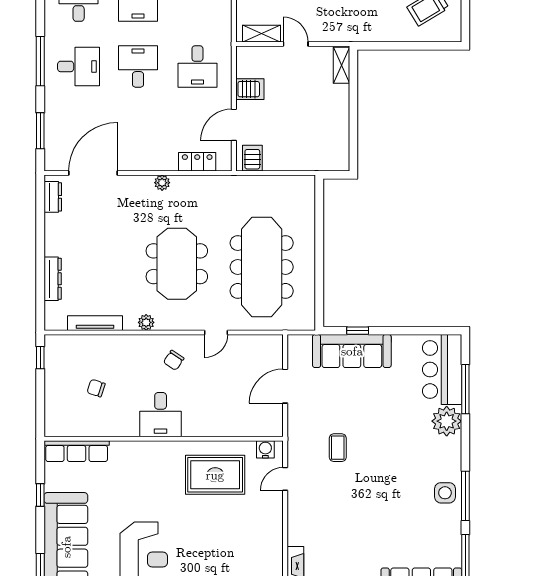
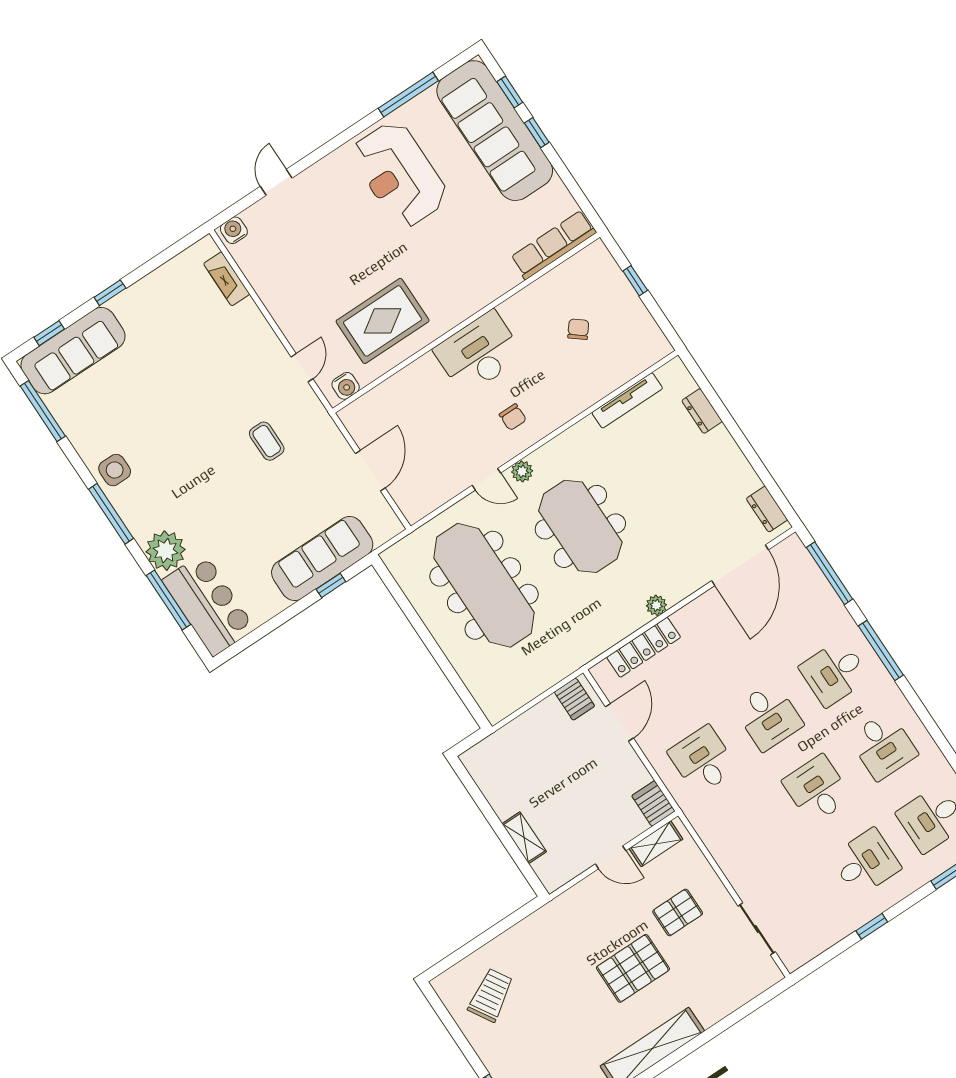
shelving: (341, 65) -> (524, 838), moved
server rack: (250, 89) -> (653, 803), moved, turned 90
window: (40, 131) -> (830, 573), width x1.44
locker: (197, 162) -> (644, 647), width x1.53
dresser: (53, 279) -> (702, 411), width x0.70
plant: (146, 322) -> (522, 471), moved
door: (216, 332) -> (486, 479), swing flipped
window: (40, 358) -> (635, 281), moved
chair: (174, 360) -> (513, 417), turned 146
chair: (96, 388) -> (578, 329), turned -69
desk: (161, 415) -> (479, 353), width x1.37
window: (40, 495) -> (537, 133), moved
window: (465, 496) -> (111, 514), moved

